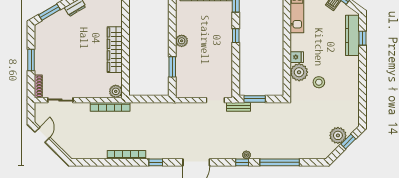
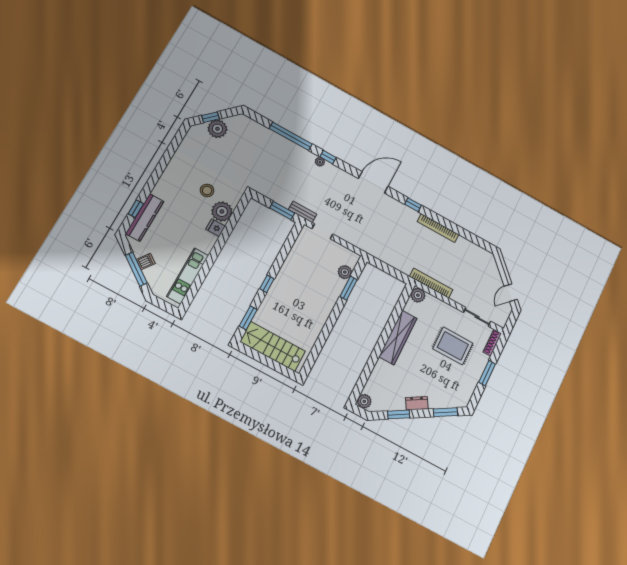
plant: (182, 41) -> (345, 272), moved
rug: (69, 66) -> (453, 346), added

